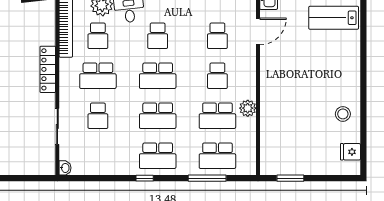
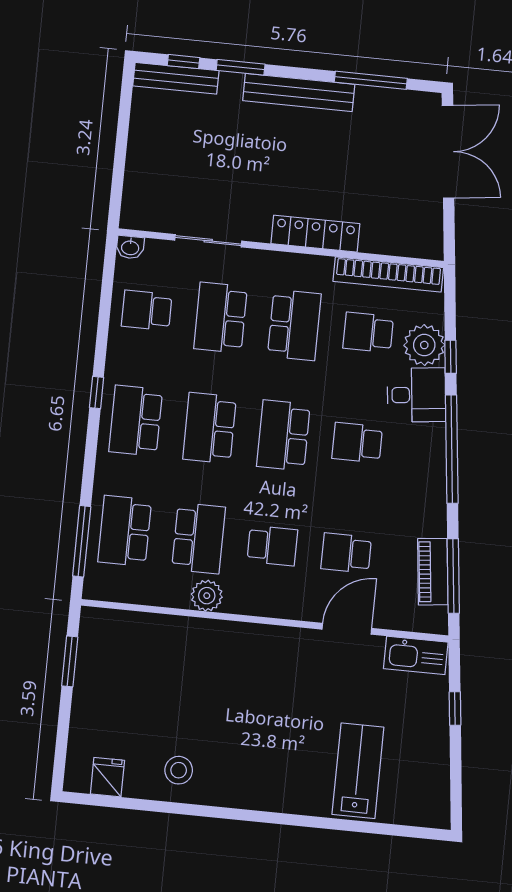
door: (258, 31) -> (347, 629), swing flipped
school desk: (98, 76) -> (294, 325), turned 180
school desk: (217, 76) -> (272, 546), turned 180
school desk: (98, 116) -> (221, 318), width x1.85
school desk: (217, 116) -> (199, 538), turned 180
school desk: (98, 156) -> (147, 310), added
window: (207, 178) -> (82, 541), moved

